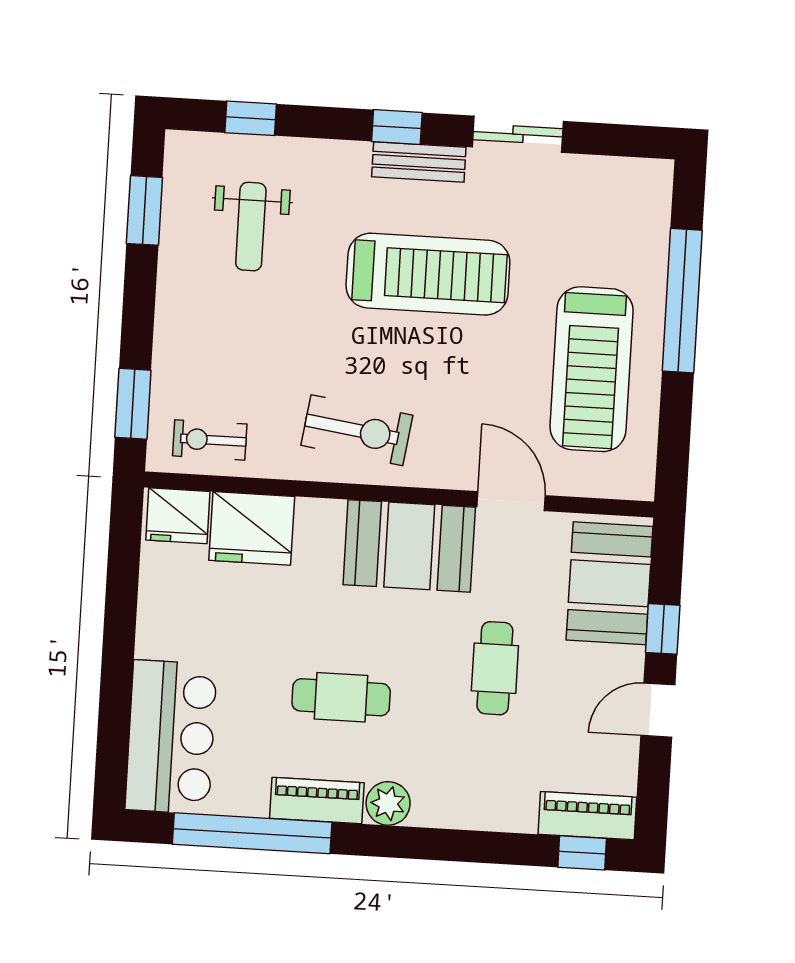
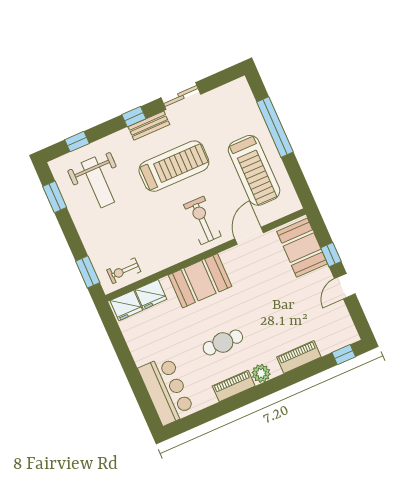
weight bench: (251, 227) -> (98, 182), width x1.36, depth x1.33
exercise bike: (357, 430) -> (202, 220), moved, turned -98
door: (511, 501) -> (249, 236), hinge flipped
fridge: (252, 528) -> (151, 294), width x0.73, depth x0.75
booth: (409, 546) -> (200, 281), moved
cafe table: (495, 668) -> (275, 302), removed
piano: (587, 816) -> (299, 357), moved
window: (252, 833) -> (216, 411), removed

